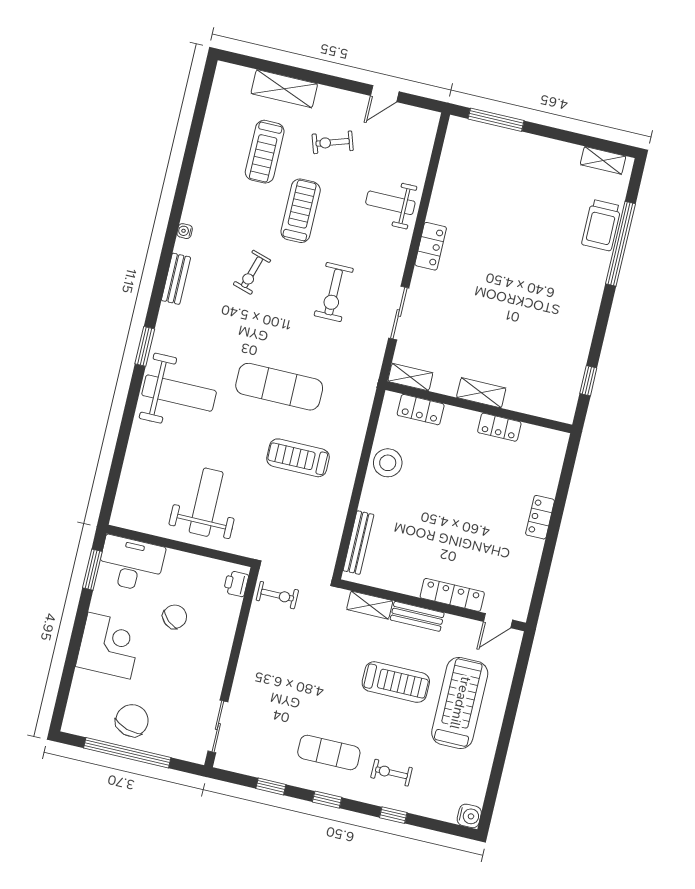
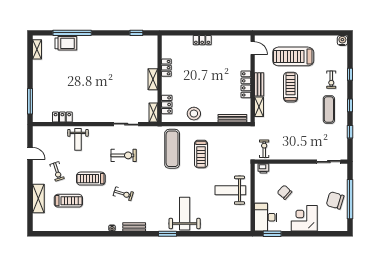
locker: (431, 246) -> (62, 117), moved
exercise mat: (279, 387) -> (172, 149), moved
locker: (452, 595) -> (246, 84), moved

